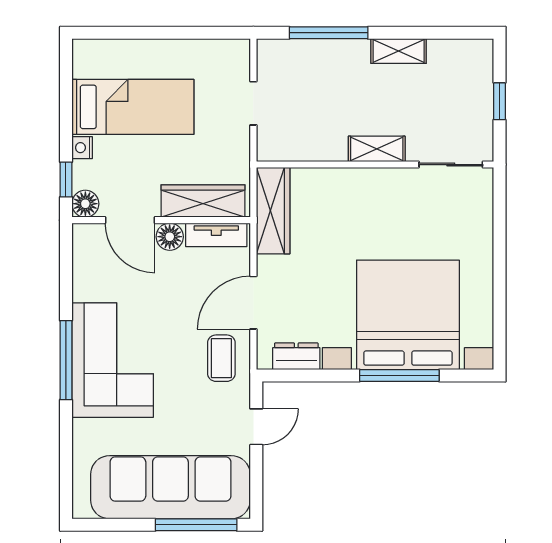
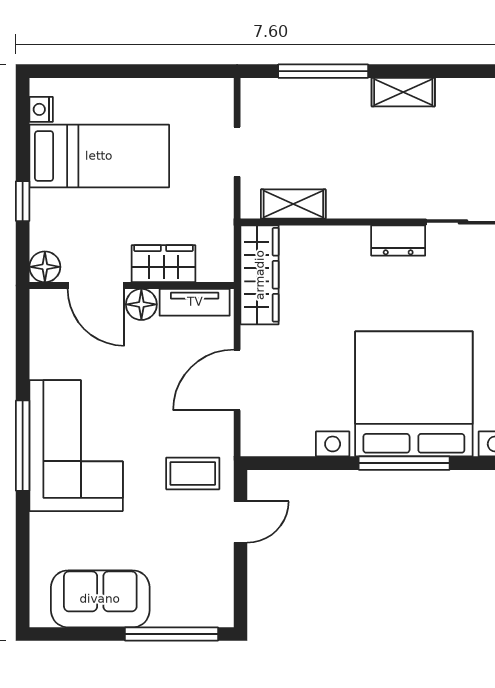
nightstand: (82, 148) -> (41, 109), moved
shelving: (377, 149) -> (293, 204), moved
window: (66, 179) -> (23, 201), moved
wardrobe: (203, 201) -> (164, 264), width x0.67
dresser: (296, 356) -> (398, 240), moved, turned 180
coffee table: (221, 358) -> (193, 473), moved, turned 90
sofa: (170, 487) -> (100, 599), width x0.54, depth x0.79

